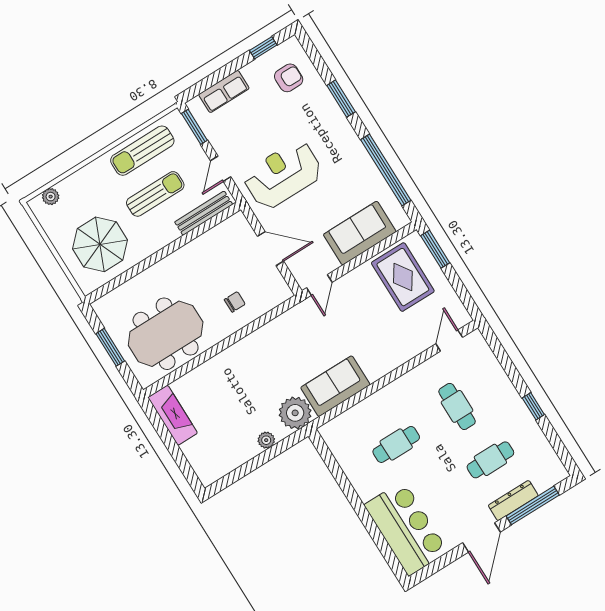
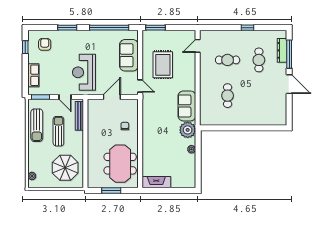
rug: (403, 277) -> (163, 65), moved, turned 90
door: (449, 341) -> (198, 46), hinge flipped
dresser: (513, 501) -> (282, 50), moved
bar counter: (406, 528) -> (265, 114), removed

